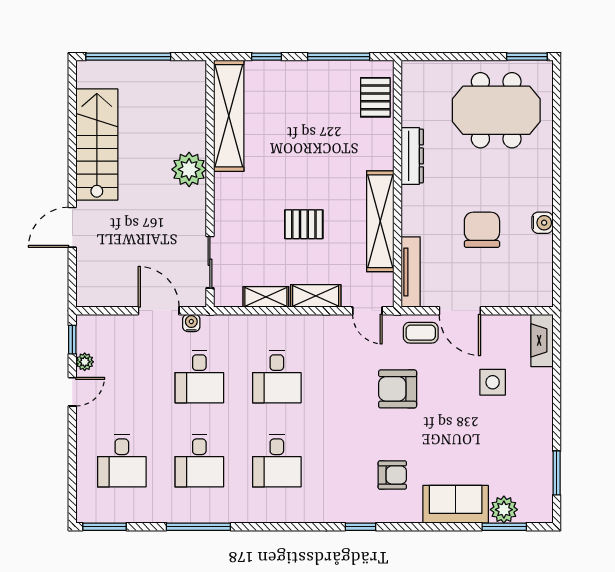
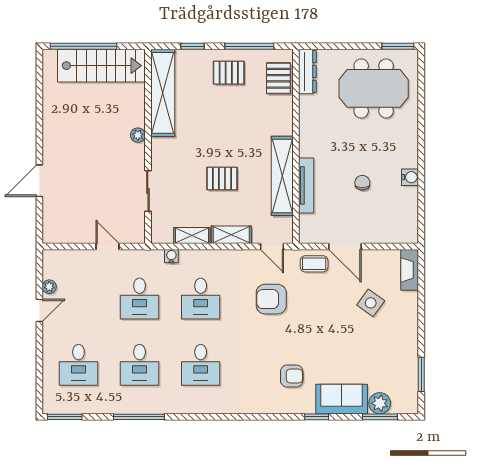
pallet: (312, 90) -> (229, 73), added
stairs: (97, 145) -> (101, 66), moved, turned 90
dresser: (412, 156) -> (307, 71), moved
plant: (189, 169) -> (138, 135), width x0.53, depth x0.53
chair: (482, 230) -> (362, 183), width x0.54, depth x0.54
sliding door: (210, 262) -> (148, 191), moved
tv unit: (411, 272) -> (306, 186), moved
door: (159, 311) -> (107, 247), width x0.73
water cooler: (191, 323) -> (171, 256), moved
window: (72, 340) -> (39, 269), removed
side table: (493, 382) -> (371, 303), turned 36
armchair: (398, 389) -> (271, 299), moved
window: (360, 527) -> (317, 417), moved

